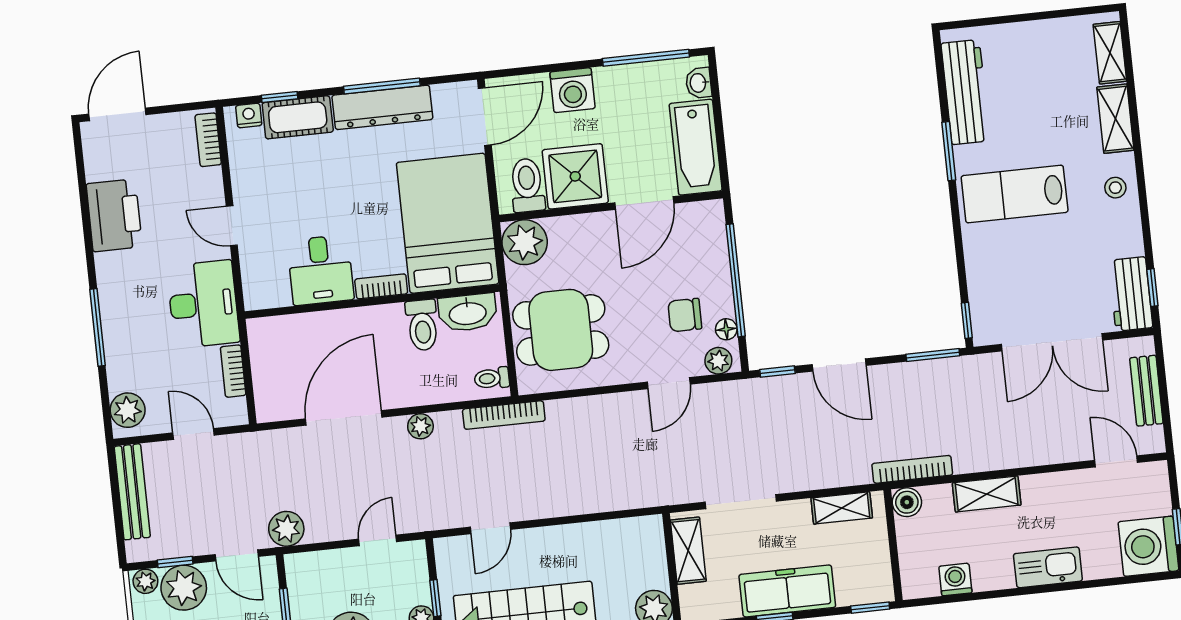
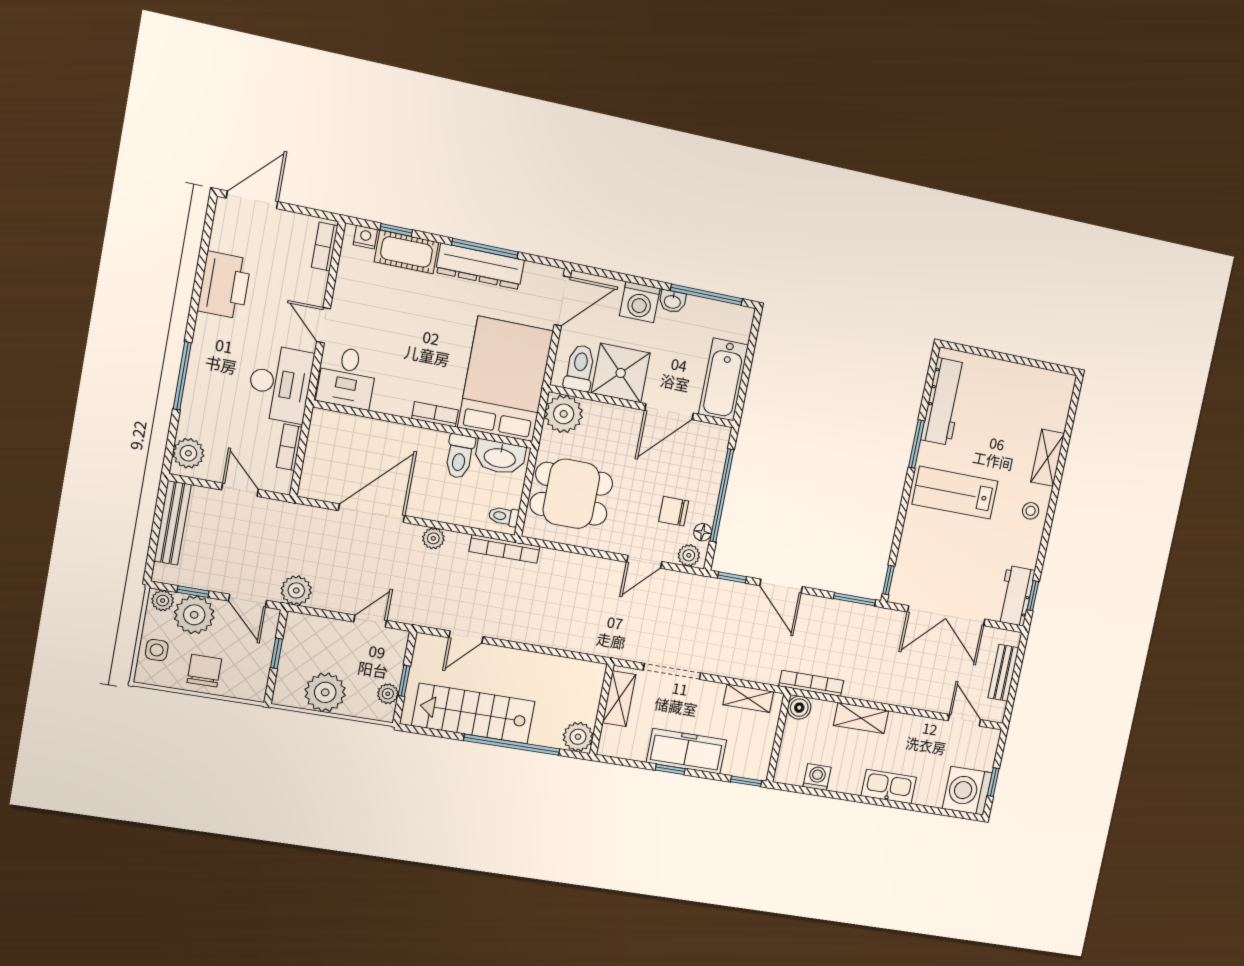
shelving: (1110, 53) -> (1060, 405), removed
washbasin: (699, 83) -> (672, 301), moved, turned -90
desk: (320, 270) -> (347, 377), moved

